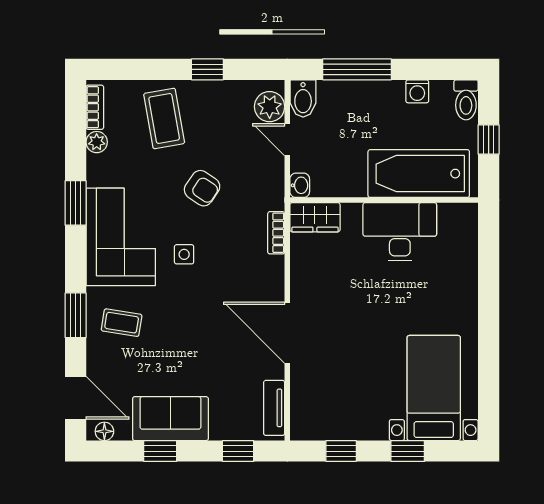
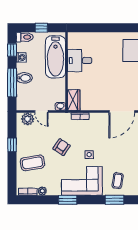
window: (435, 69) -> (12, 50), added
bidet: (303, 99) -> (24, 78), moved
door: (287, 140) -> (41, 112), hinge flipped
desk: (400, 232) -> (80, 61), width x0.73

